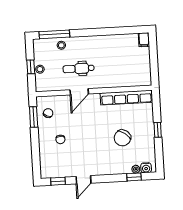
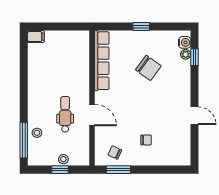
dental chair: (79, 69) -> (65, 114), turned 180
window: (58, 181) -> (194, 145), removed

